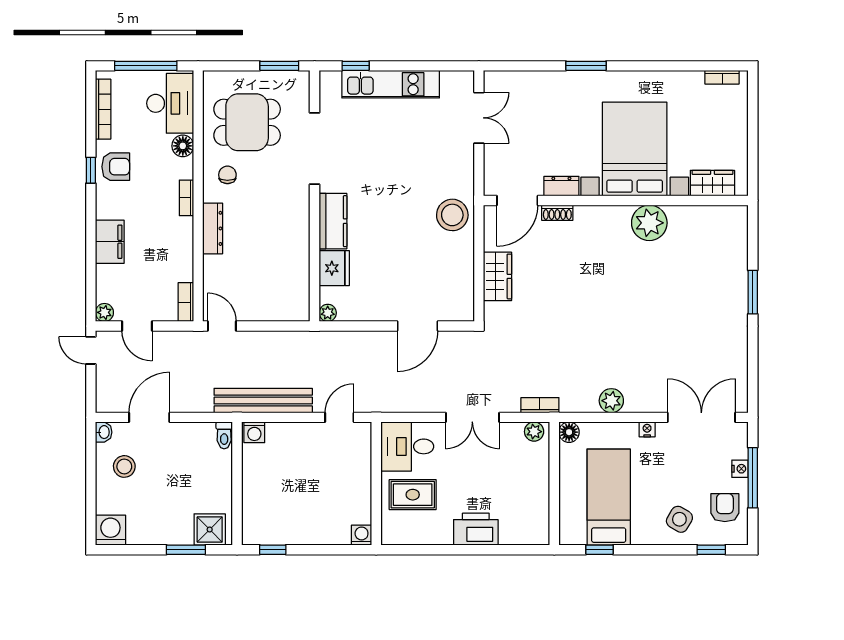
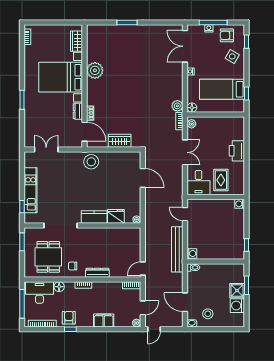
plant: (611, 401) -> (177, 106), moved
washing machine: (110, 530) -> (237, 306), moved
shower: (210, 530) -> (237, 291), moved

